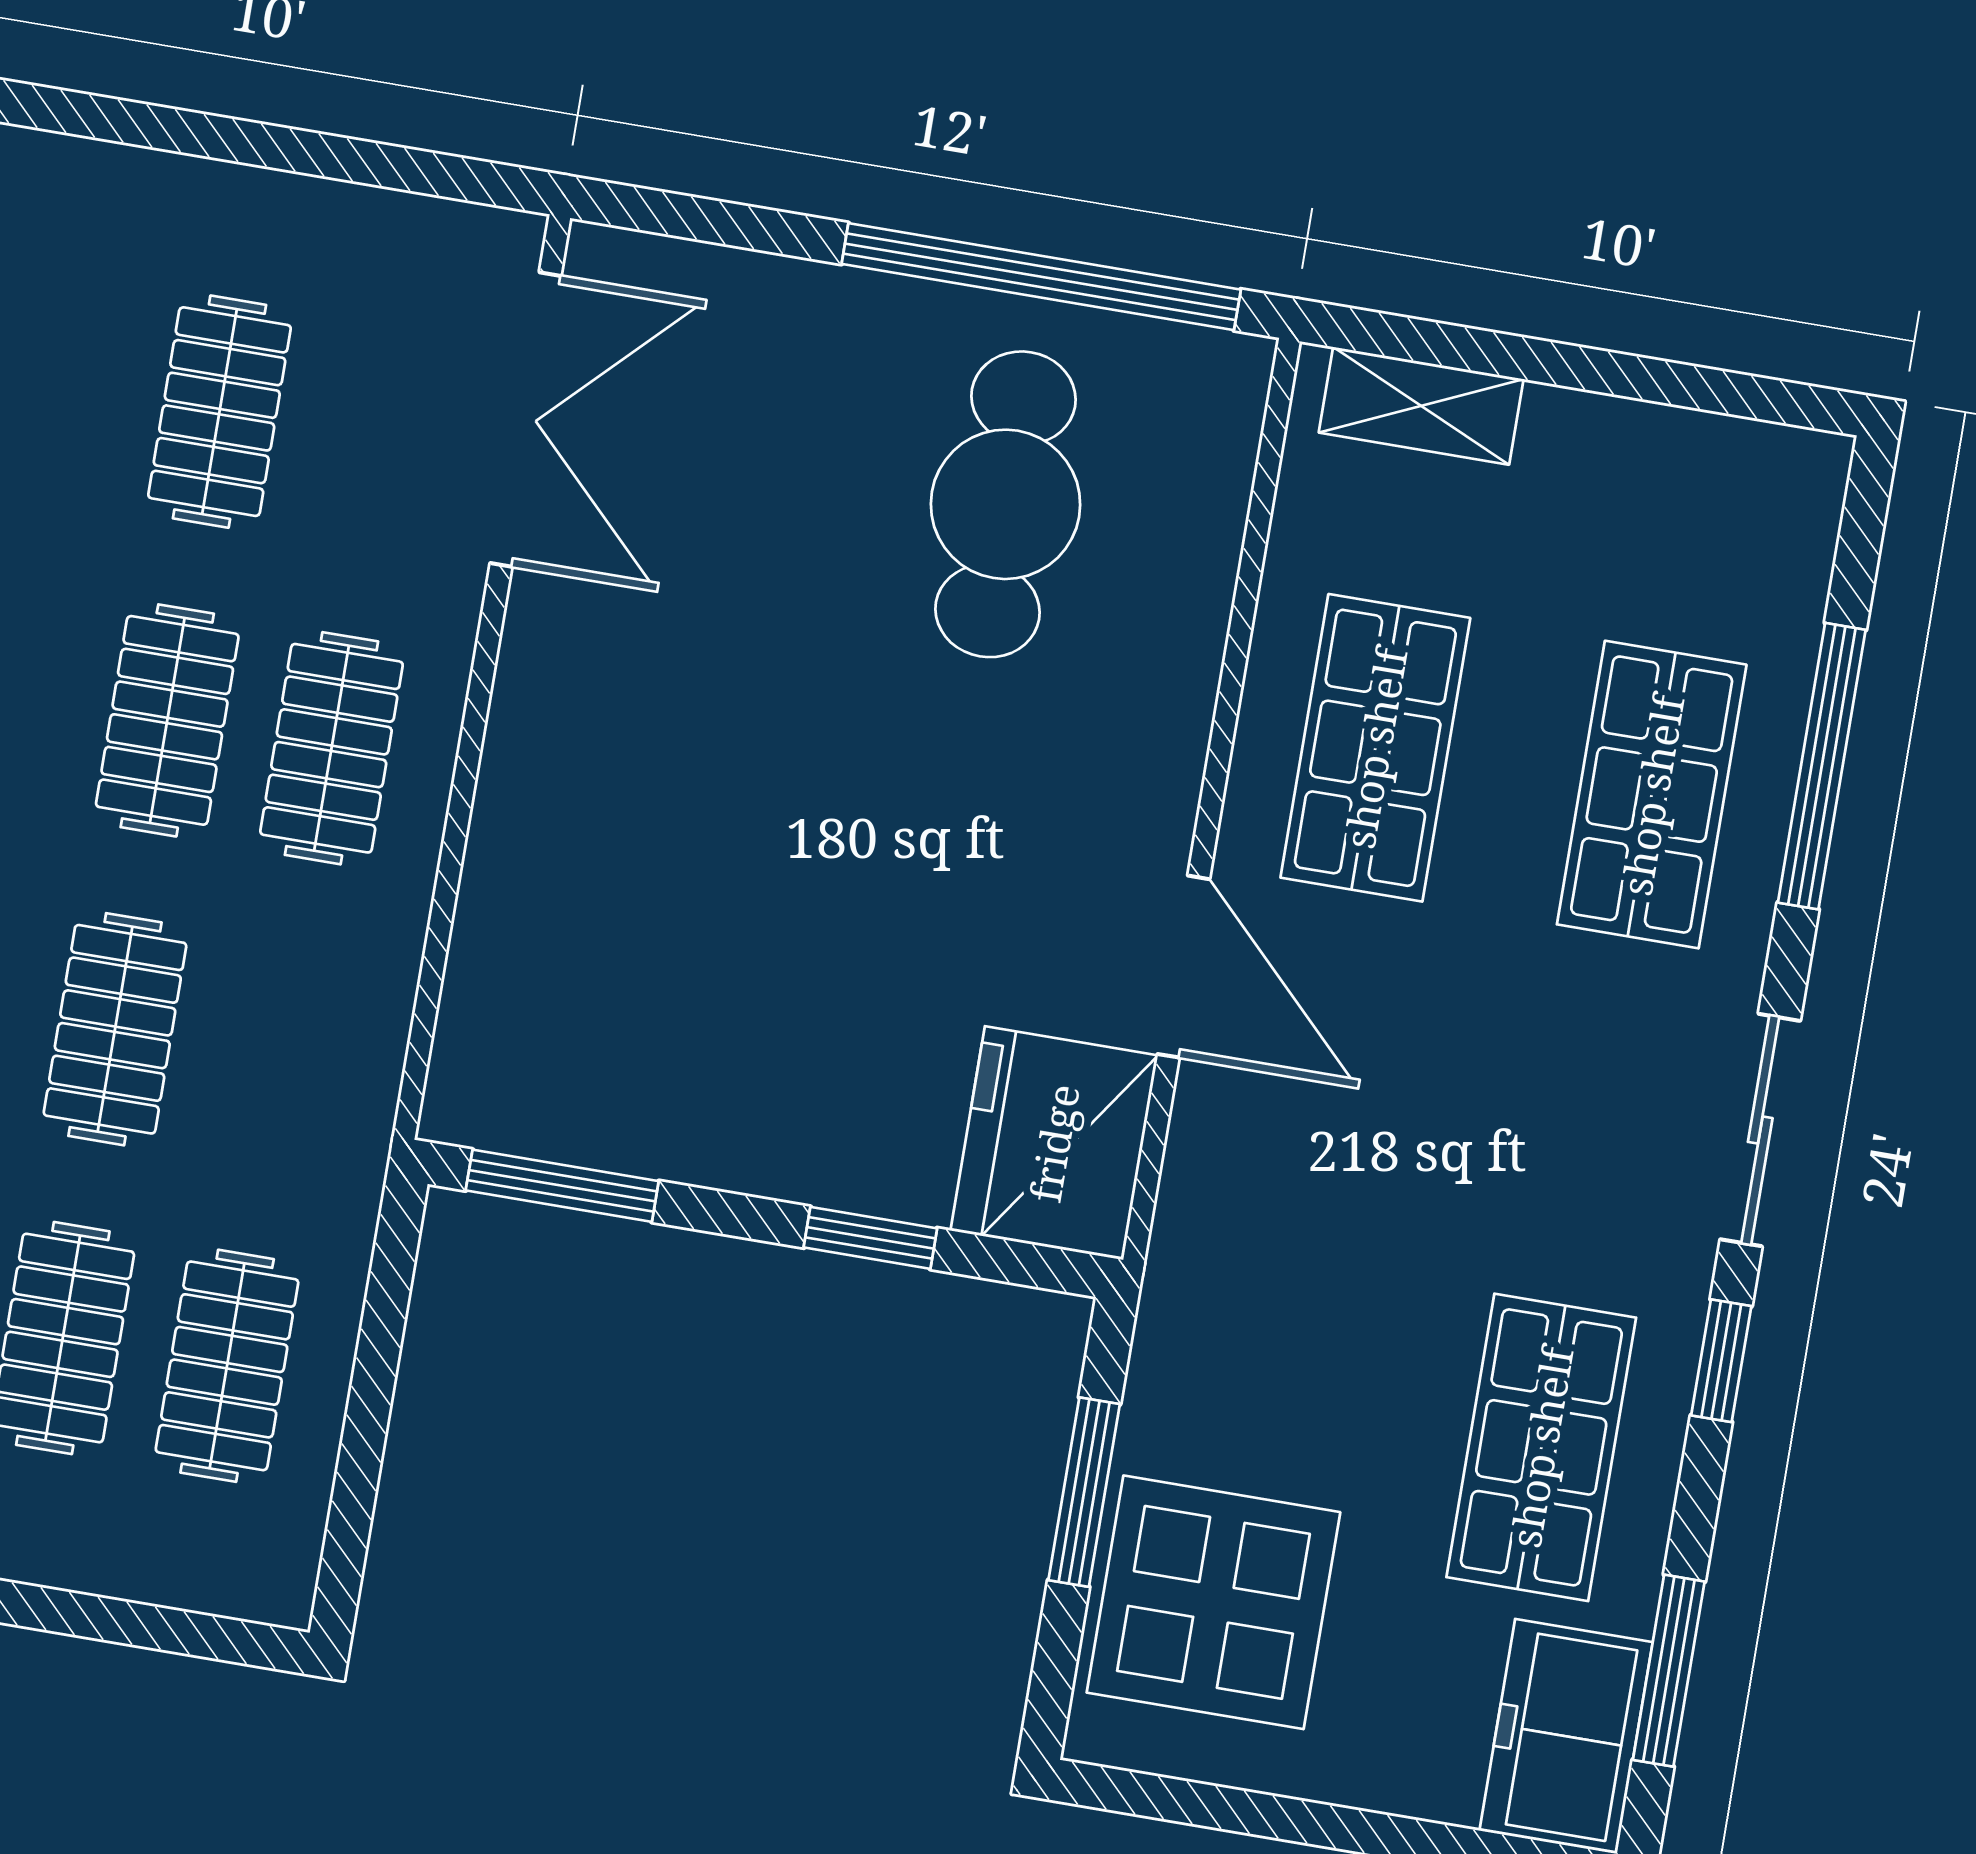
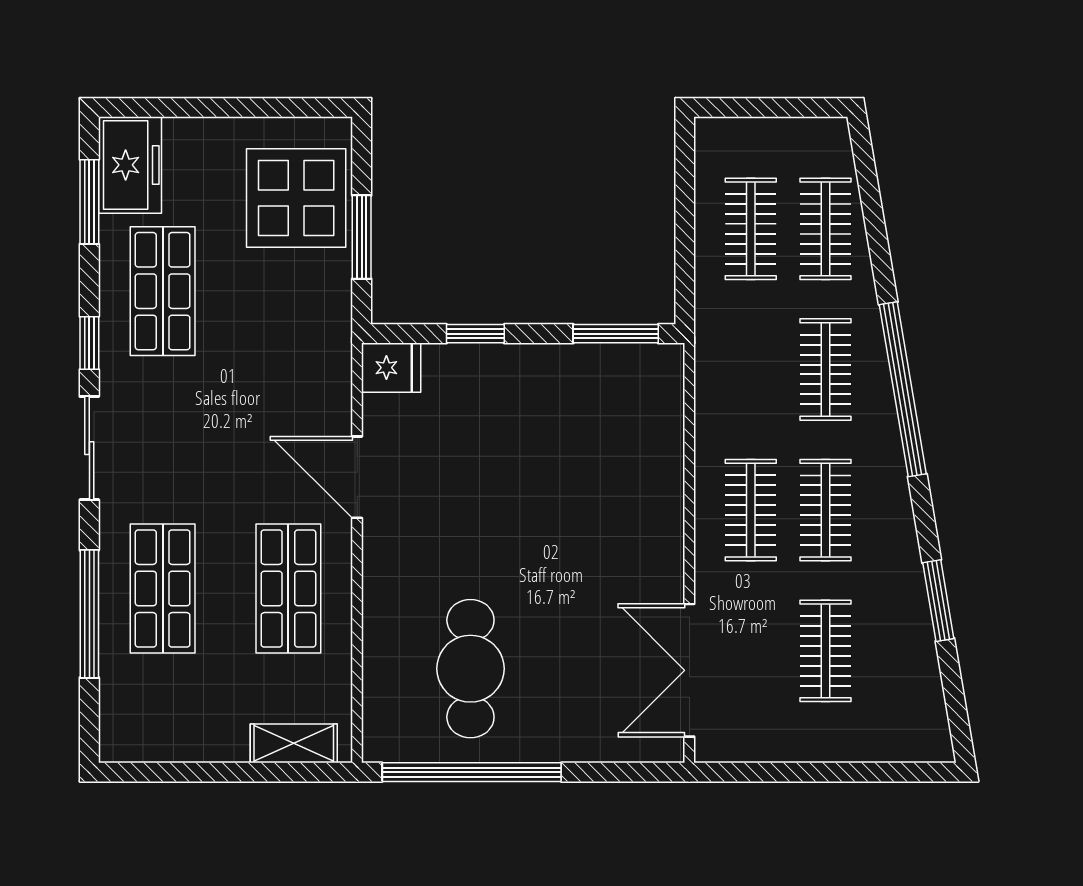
fridge: (1054, 1143) -> (391, 368), width x0.53, depth x0.75

